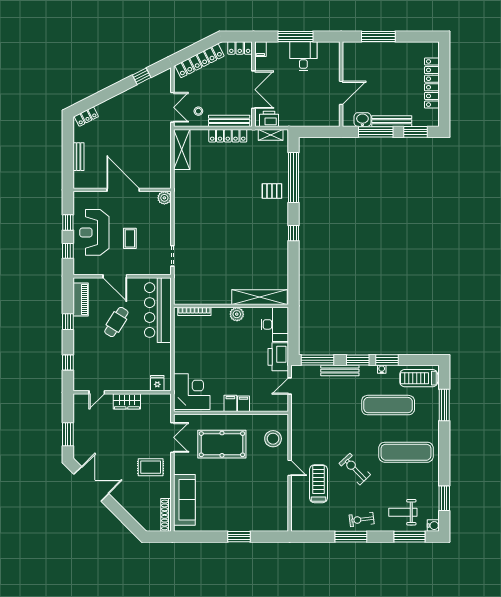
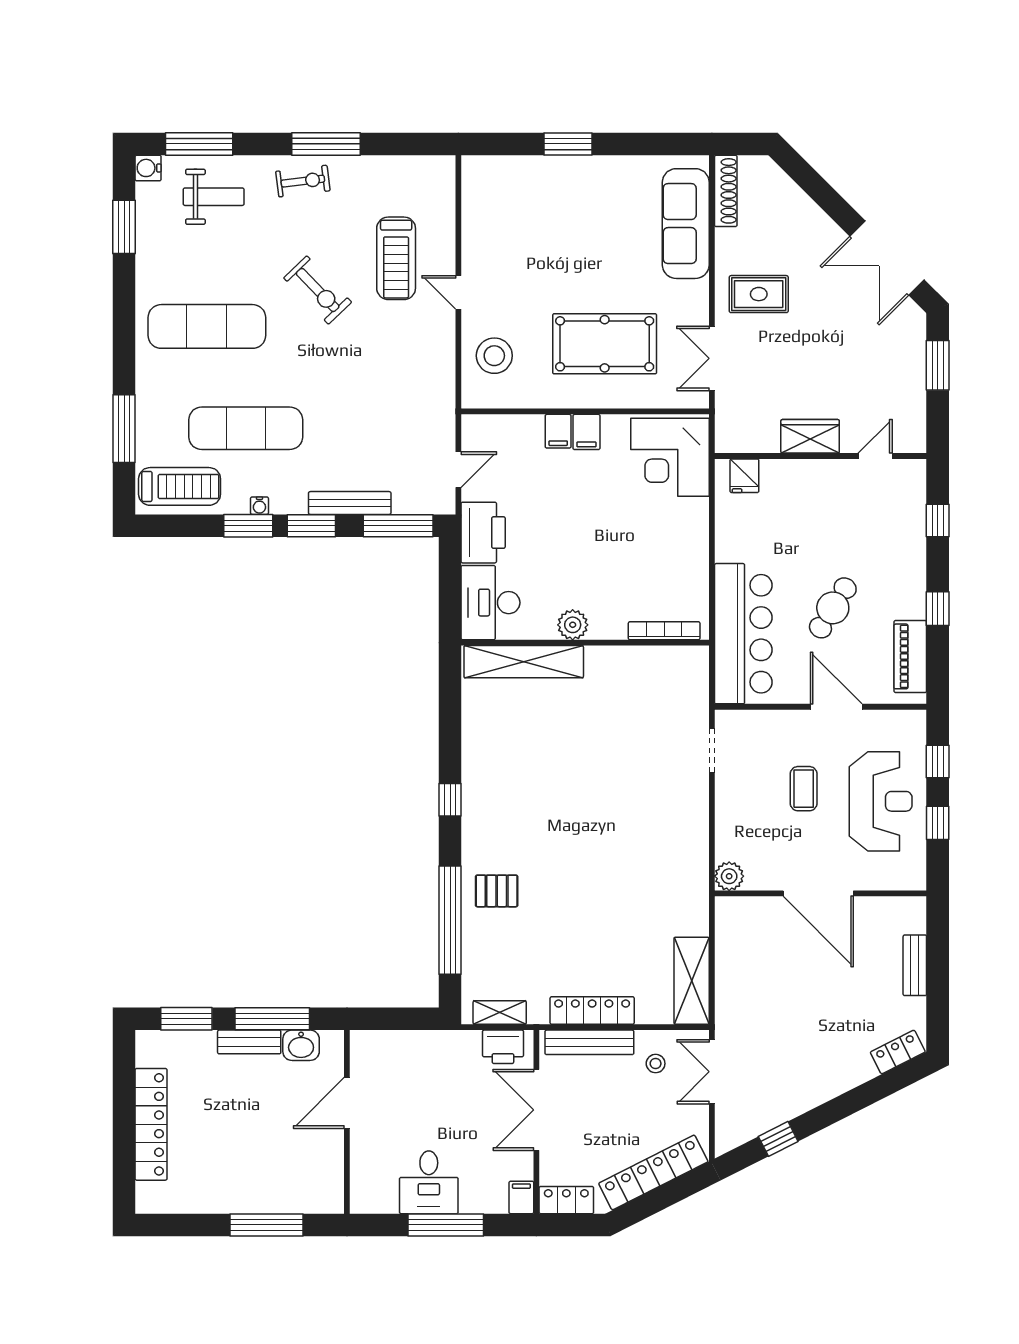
bench: (392, 121) -> (249, 1042), width x0.73

